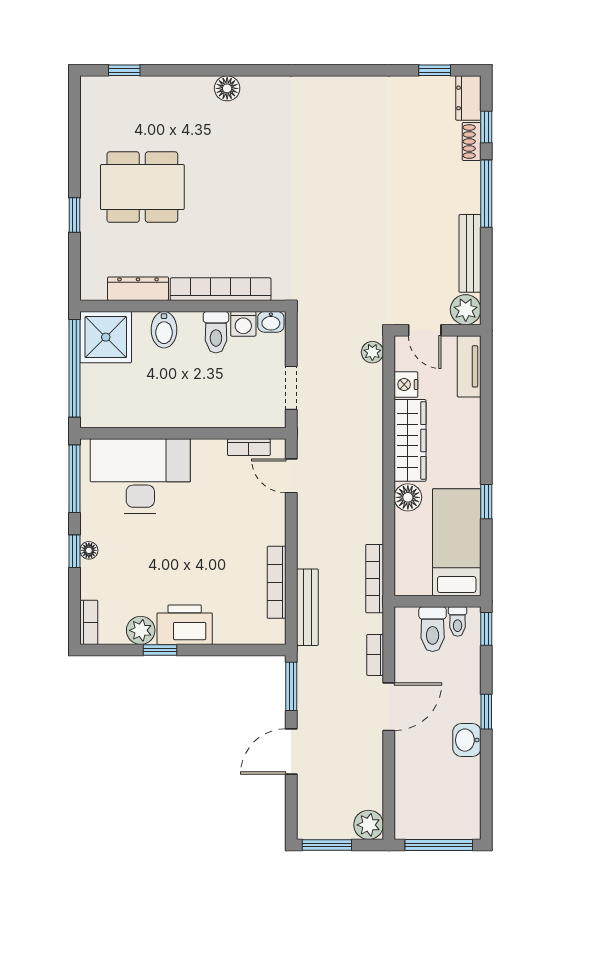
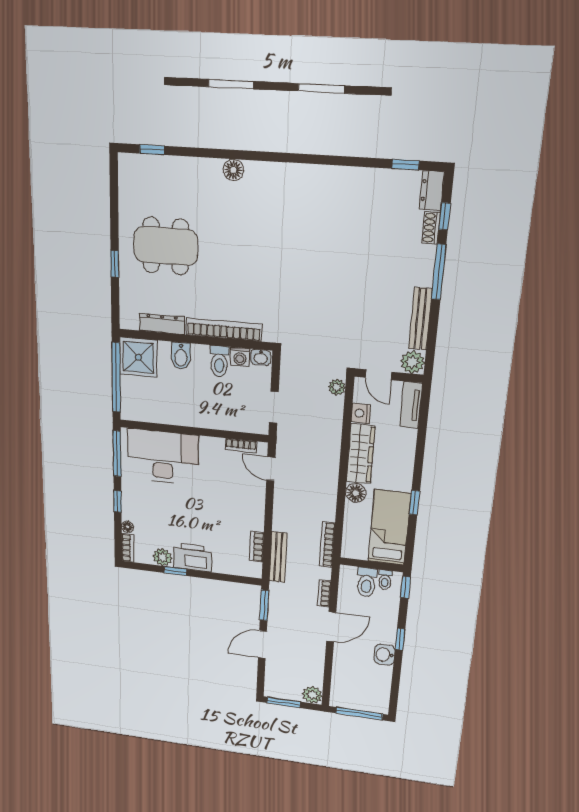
floor lamp: (89, 550) -> (128, 527), moved
bookcase: (277, 582) -> (257, 547), width x0.64

